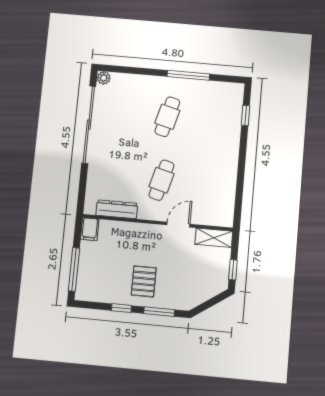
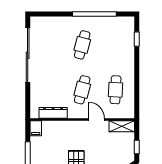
window: (188, 75) -> (94, 14), width x1.46
plant: (104, 78) -> (35, 21), removed
cafe table: (209, 184) -> (116, 90), added
door: (178, 225) -> (97, 119), hinge flipped

